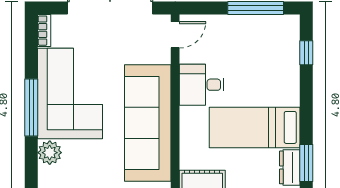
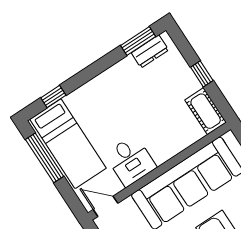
bed: (255, 127) -> (68, 144), moved

